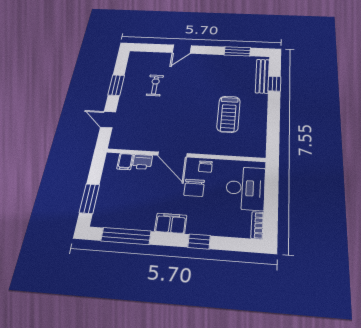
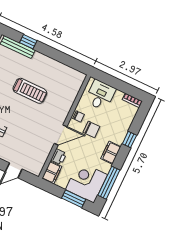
treadmill: (228, 114) -> (30, 91), moved
filing cabinet: (125, 162) -> (52, 173), width x2.00
desk: (246, 188) -> (100, 95), width x0.73
corner desk: (118, 207) -> (86, 182), added

